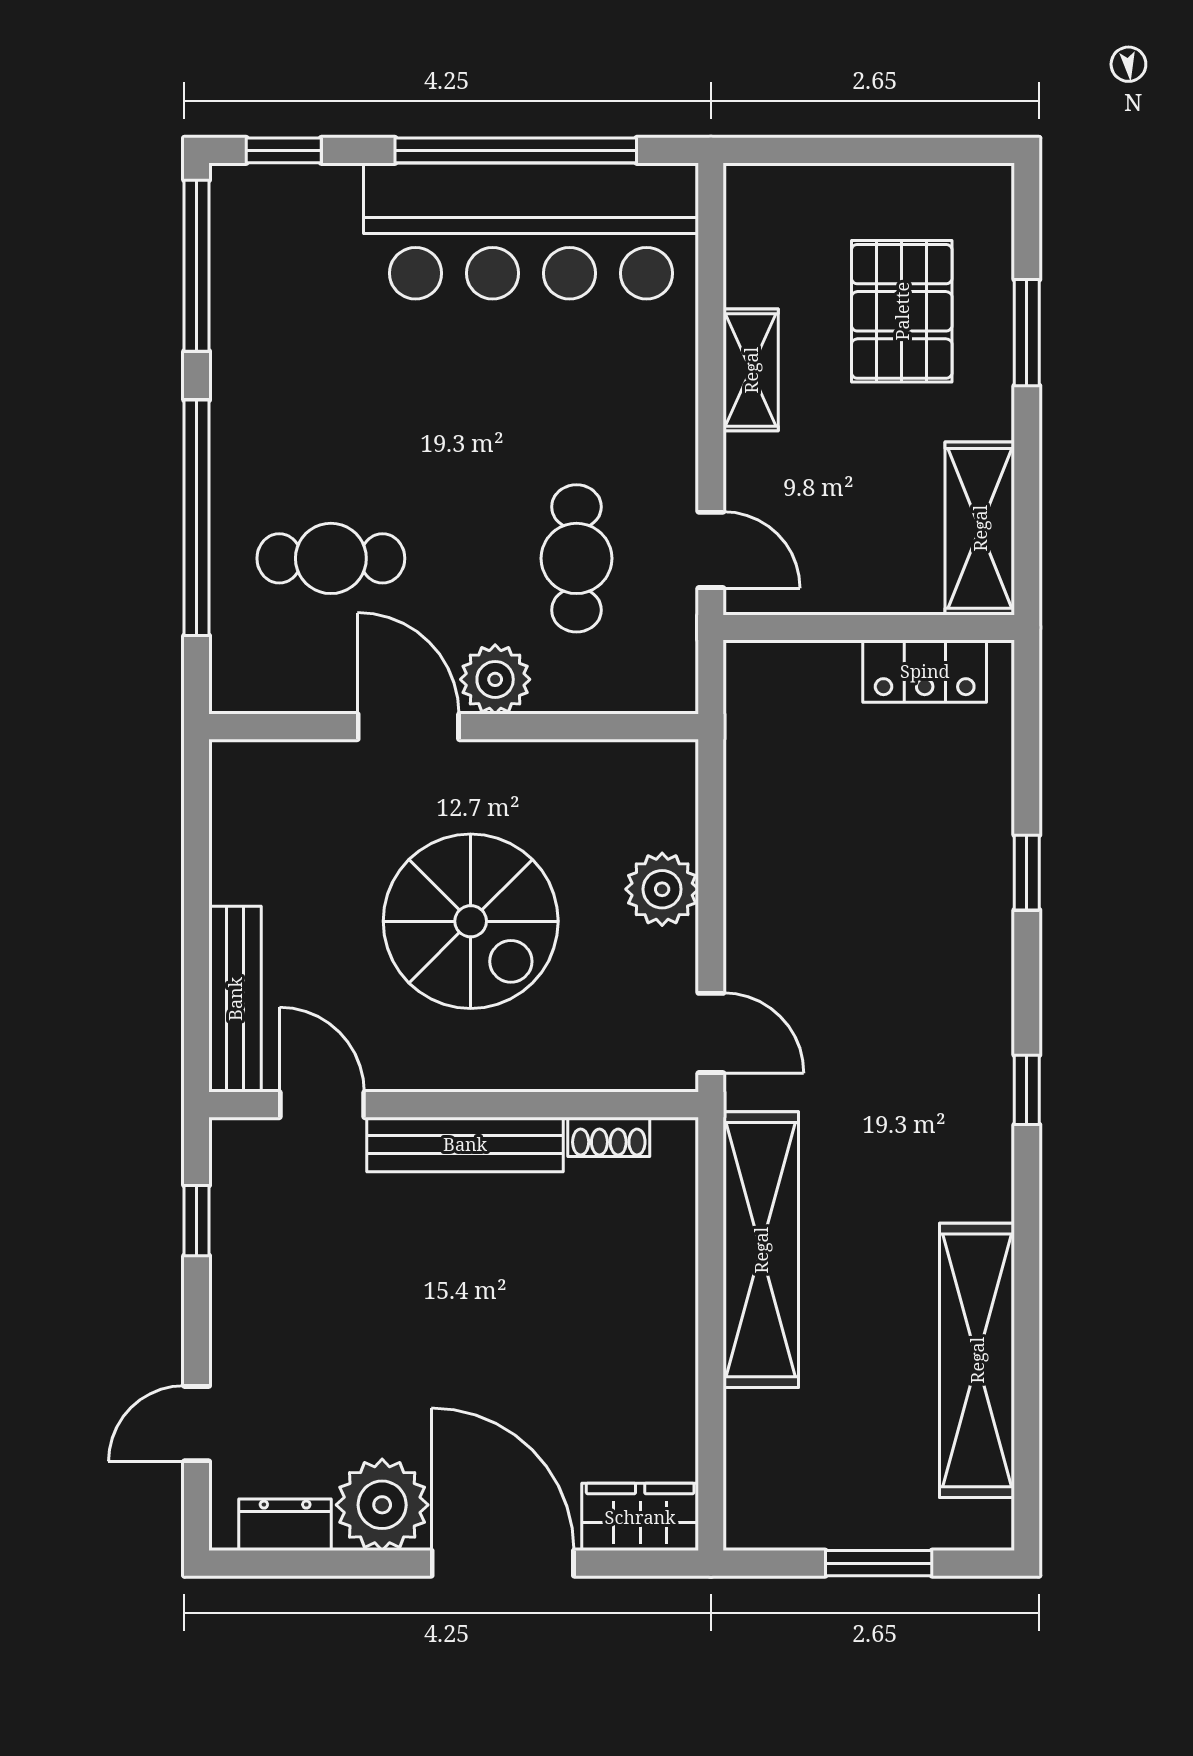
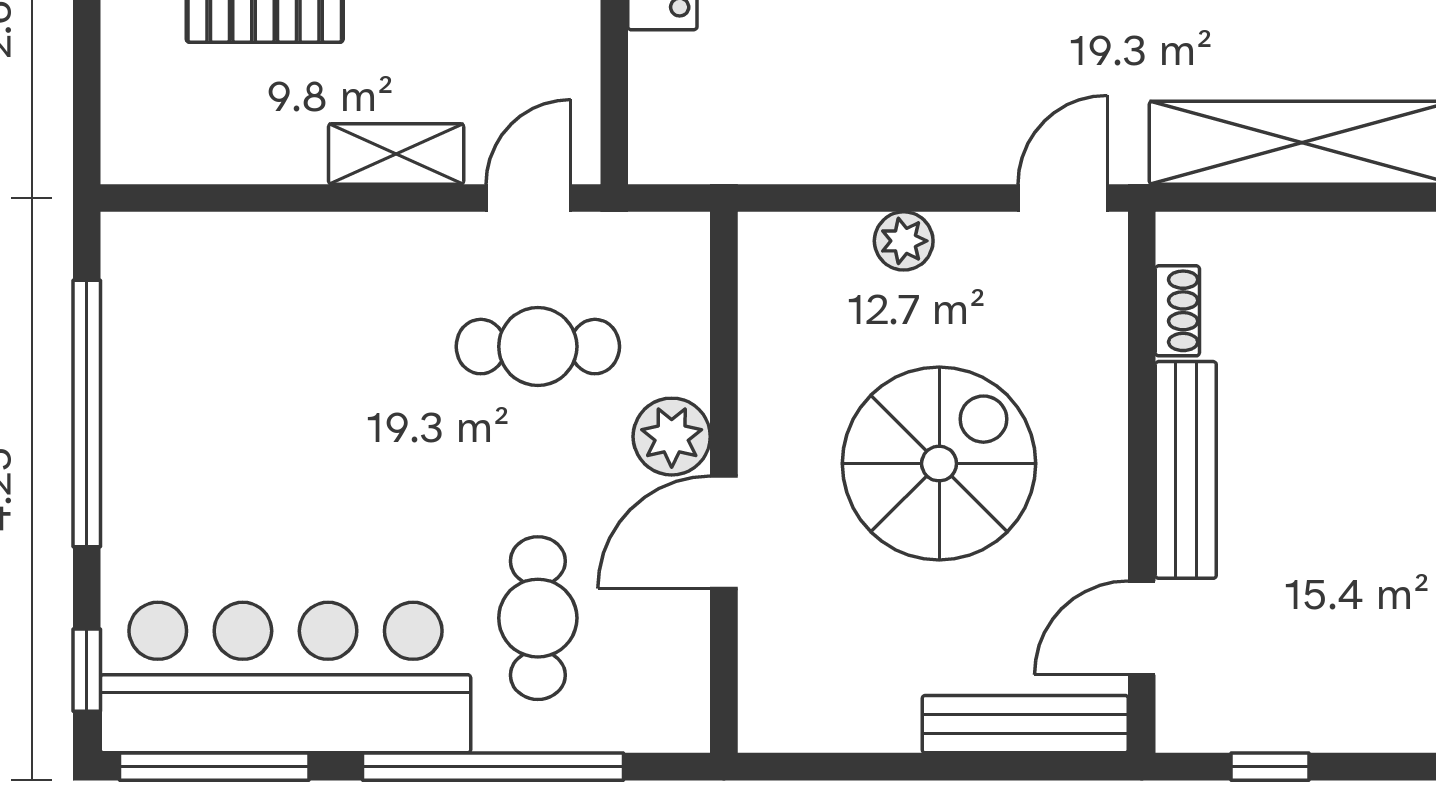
bar counter: (531, 231) -> (286, 678), moved, turned -90
shelving: (751, 370) -> (396, 154), moved
plant: (662, 889) -> (904, 241), width x0.73, depth x0.73

